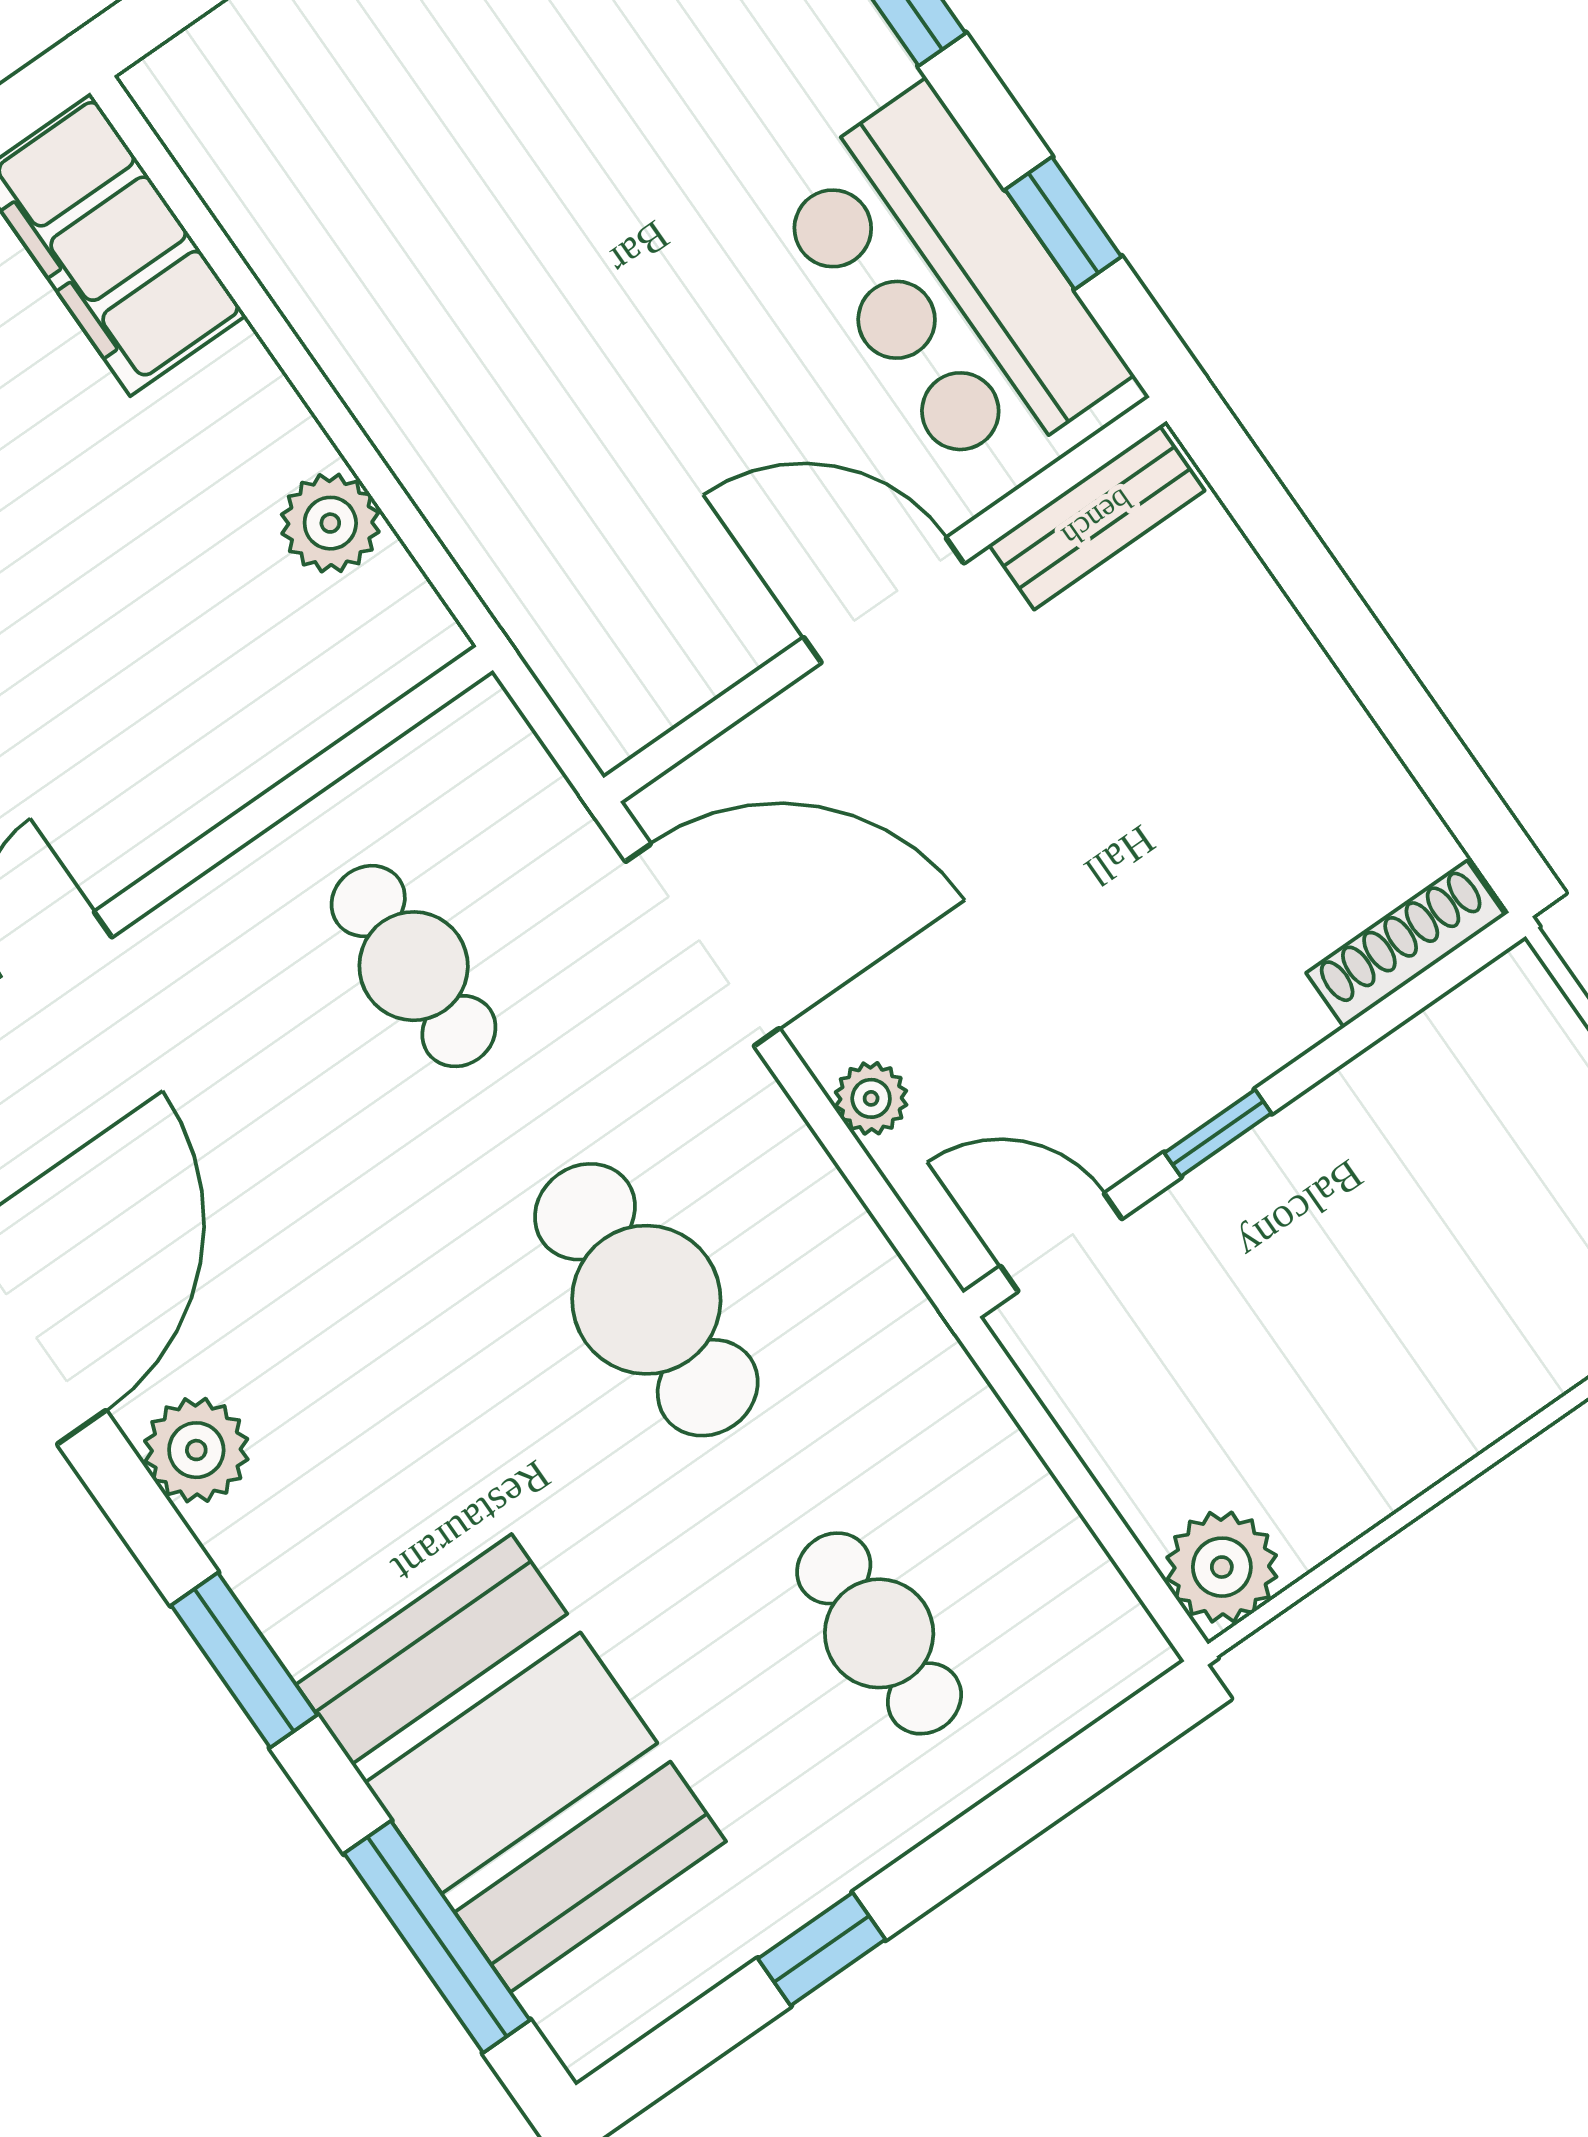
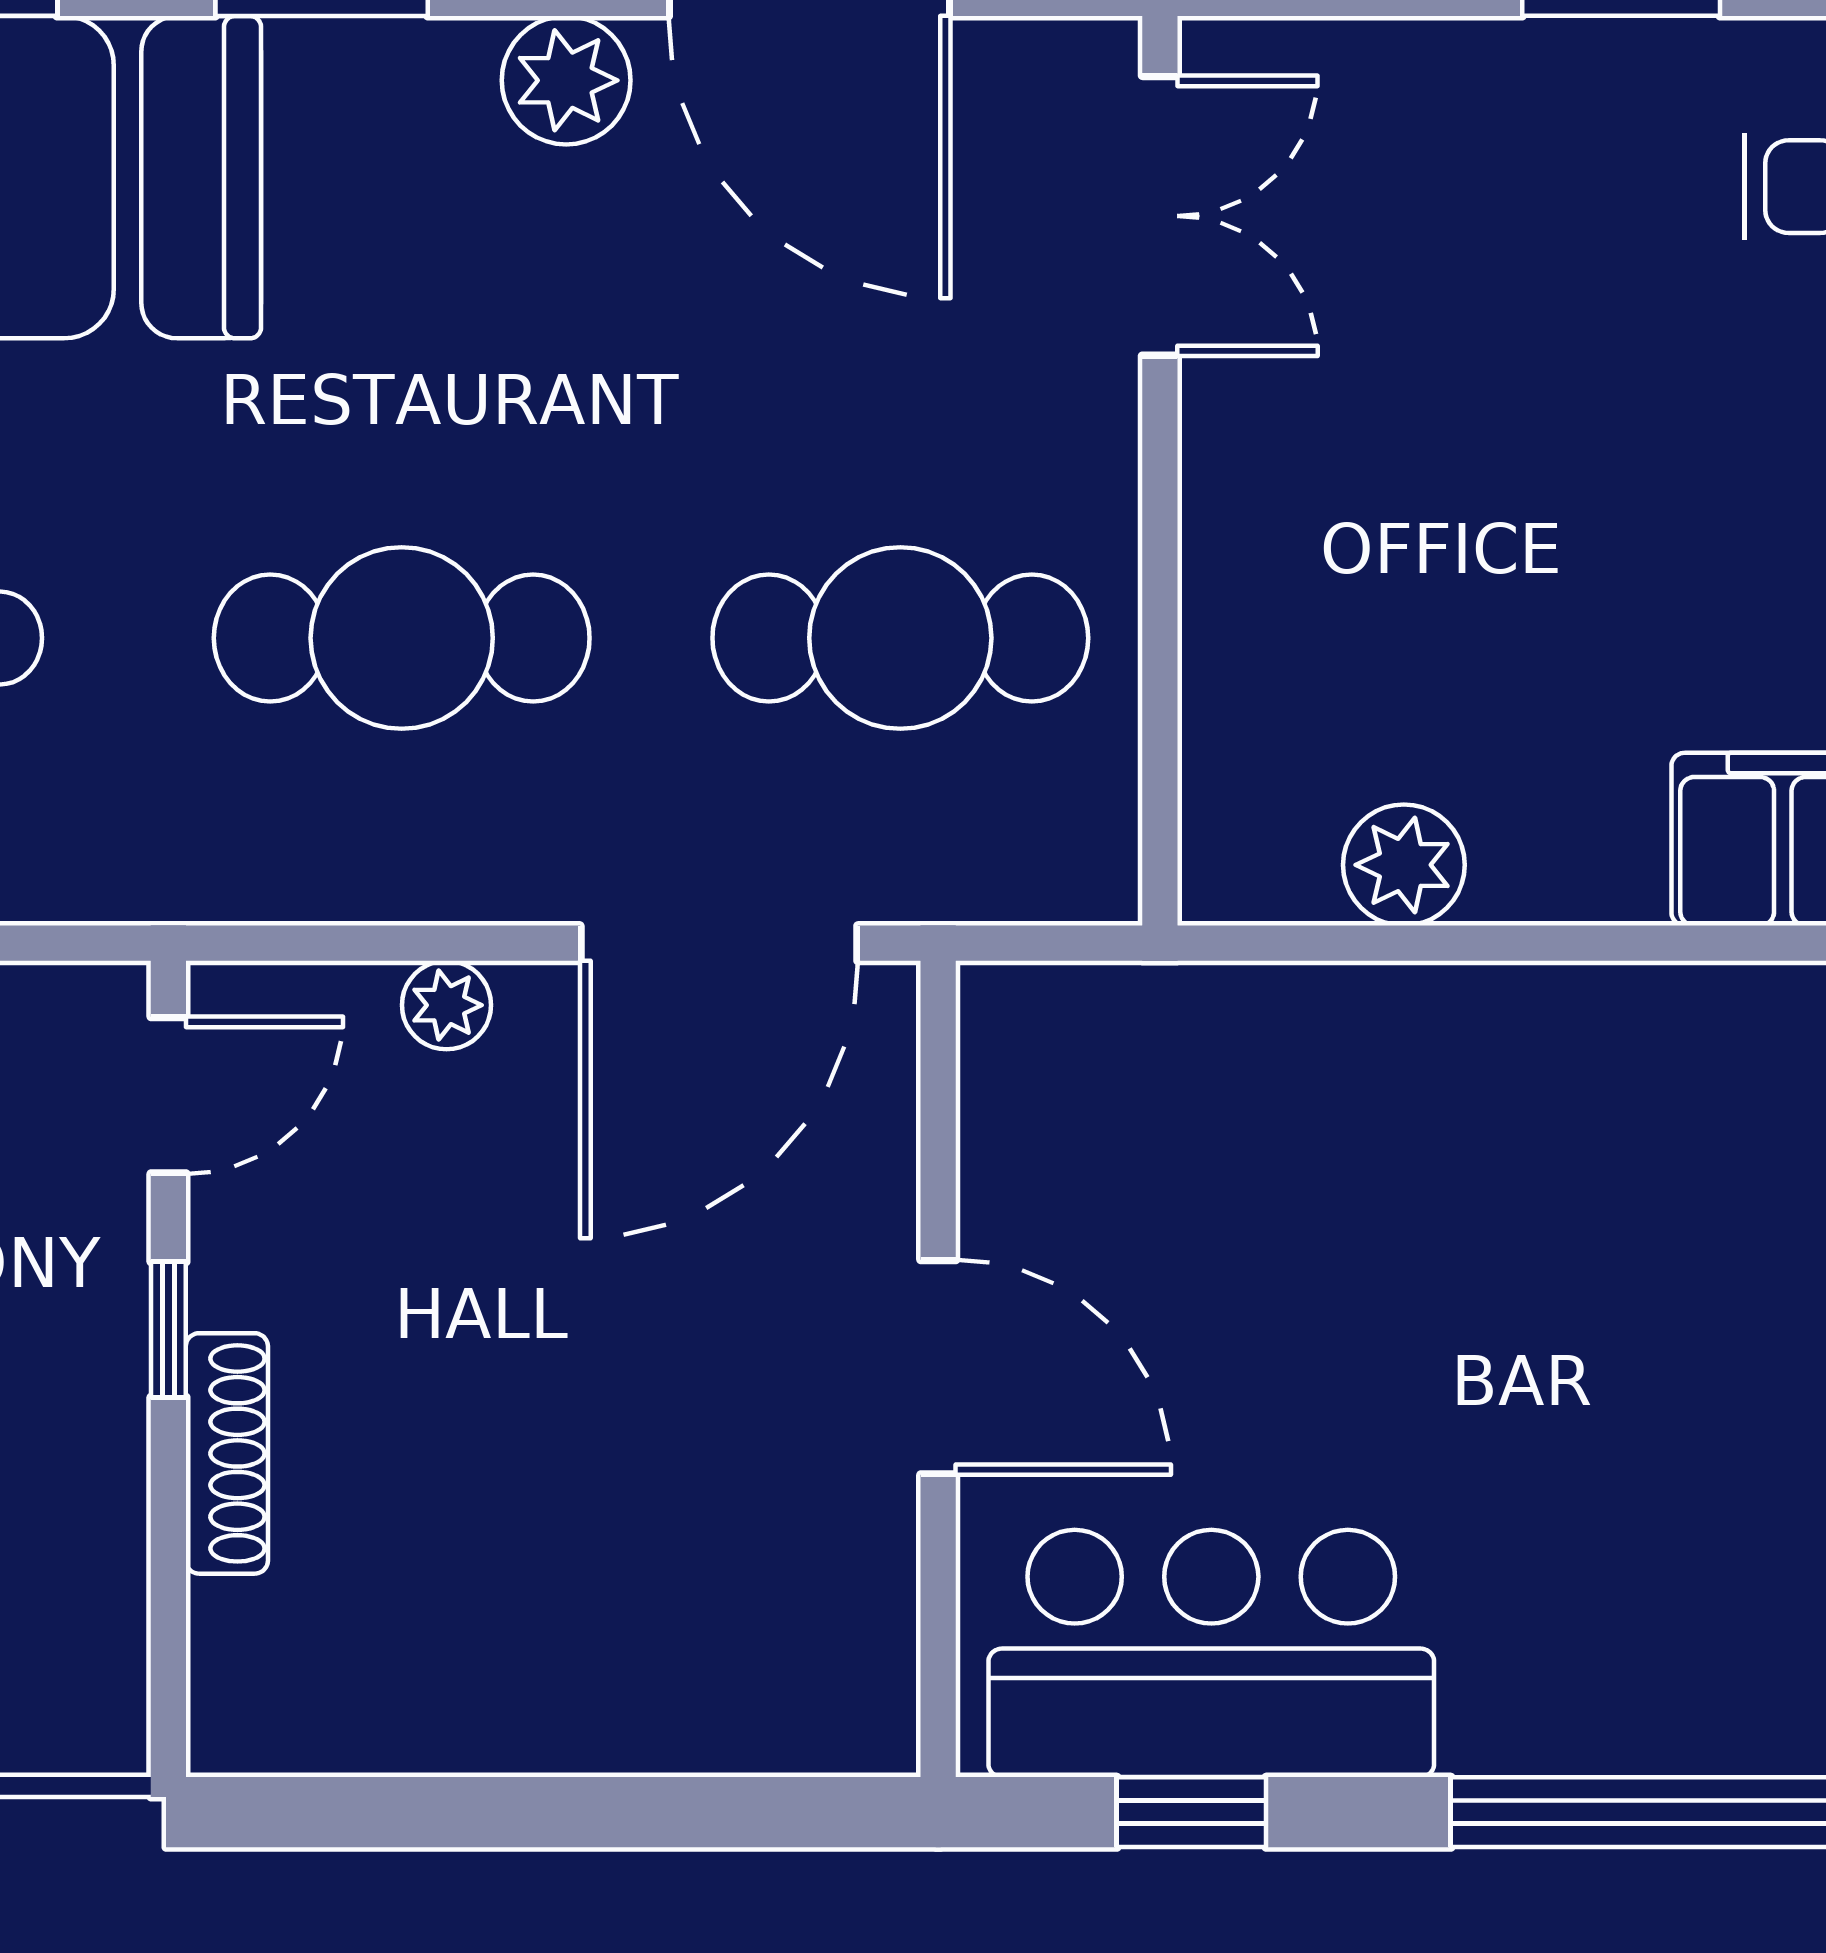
bench: (1097, 518) -> (872, 1639), removed
door: (884, 600) -> (938, 1367), hinge flipped
shoe rack: (1406, 944) -> (227, 1453), moved
cafe table: (414, 966) -> (900, 638), width x1.37, depth x1.35

